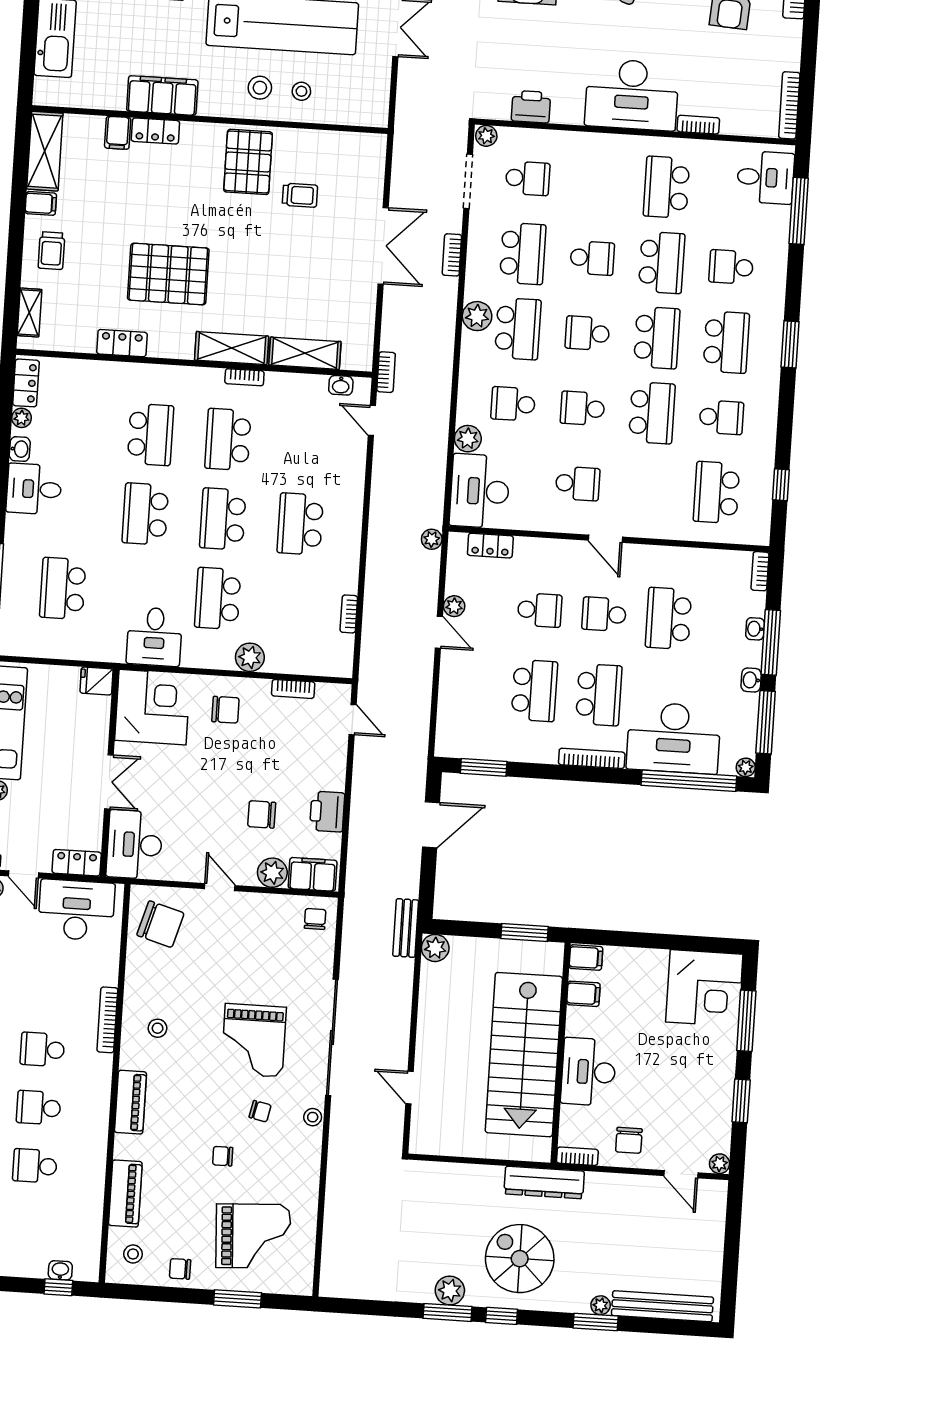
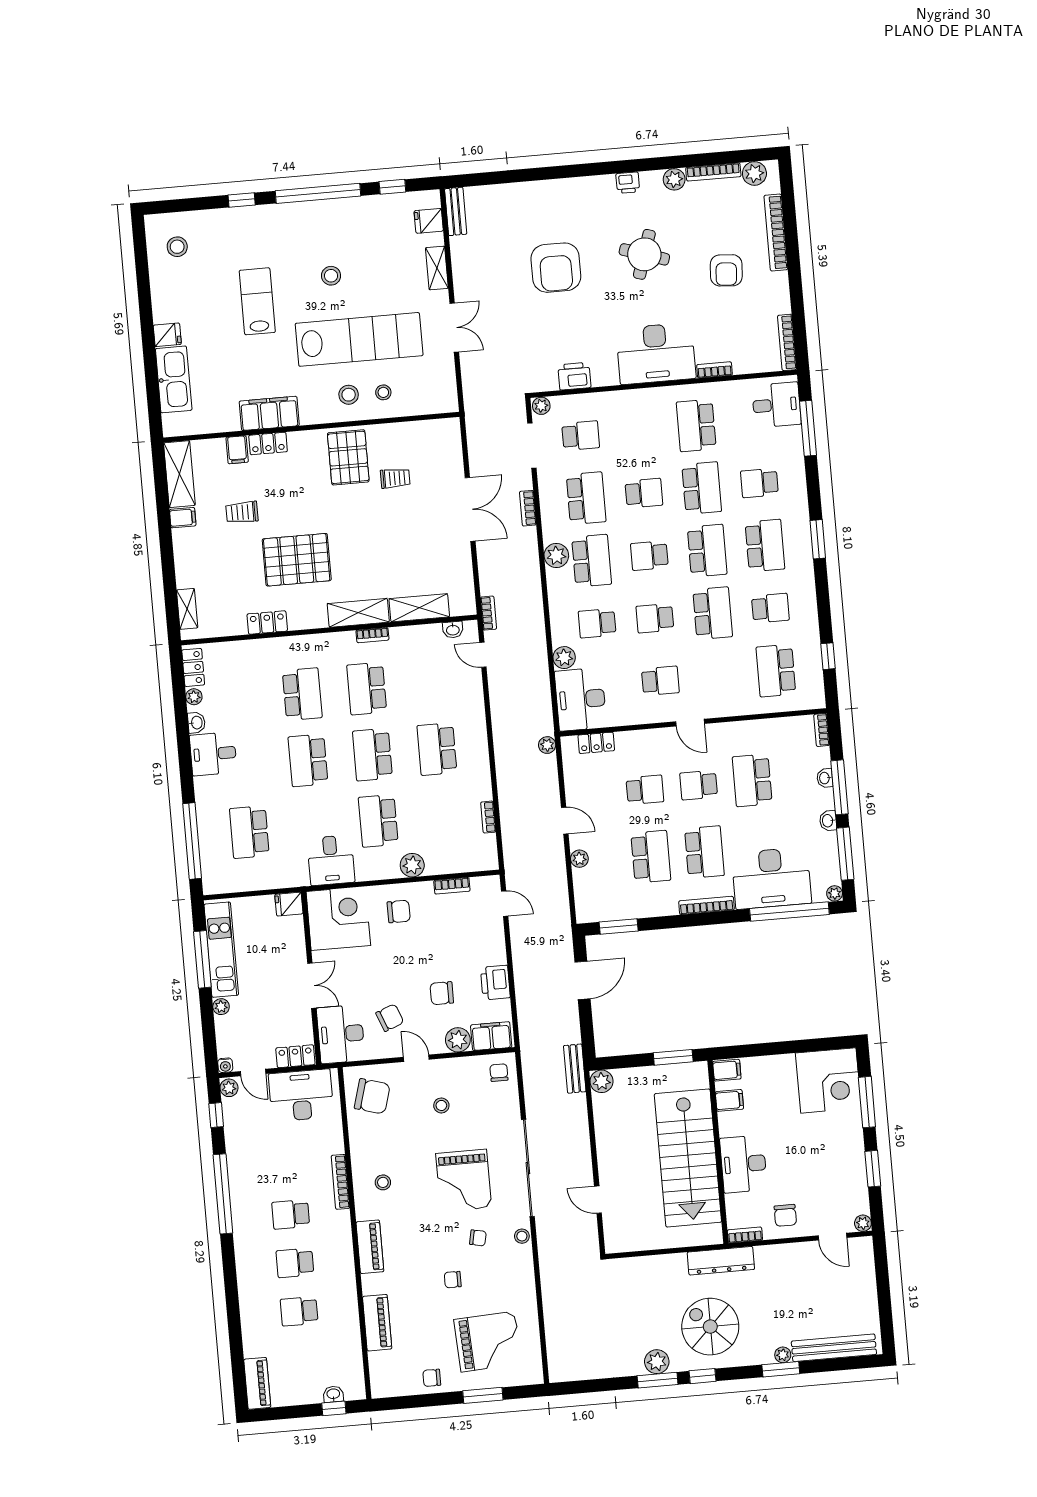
trolley: (51, 251) -> (242, 512), moved, turned 90
plant: (454, 606) -> (579, 859), moved
chair: (196, 834) -> (390, 1018), added
stool: (133, 1254) -> (441, 1105), moved

